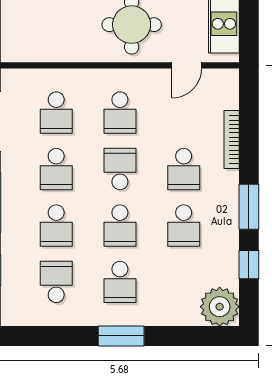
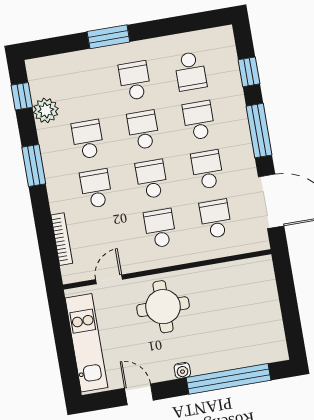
bookcase: (232, 139) -> (62, 239), moved
school desk: (120, 169) -> (152, 179), turned 180
window: (249, 265) -> (22, 96), moved
plant: (220, 307) -> (46, 110), moved, width x0.73, depth x0.73
window: (121, 336) -> (108, 37), moved

